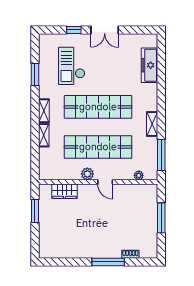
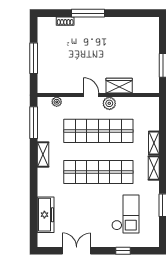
double door: (105, 30) -> (77, 251), moved
wardrobe: (64, 191) -> (119, 86), moved

